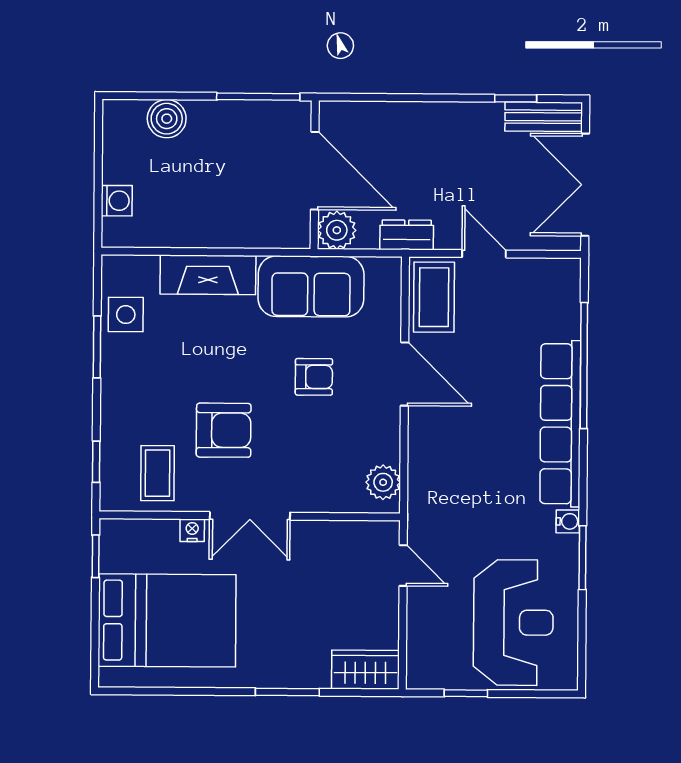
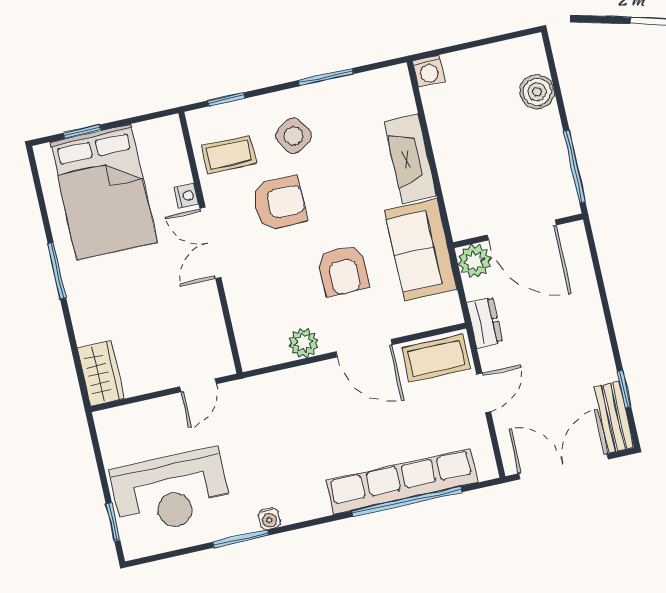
door: (315, 171) -> (522, 230), hinge flipped
washing machine: (117, 201) -> (429, 71), moved
side table: (126, 315) -> (294, 136), moved, turned -31
door: (405, 374) -> (364, 348), hinge flipped
armchair: (314, 377) -> (343, 270), width x1.38, depth x1.38
row of seats: (560, 424) -> (402, 482), moved
armchair: (224, 430) -> (279, 203), turned -90
plant: (383, 482) -> (304, 343), moved
window: (96, 556) -> (82, 132), moved
window: (287, 692) -> (57, 271), moved
window: (466, 693) -> (113, 522), moved

